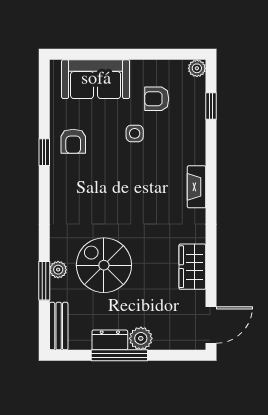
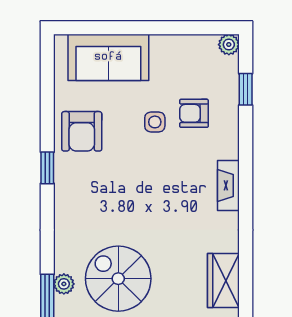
armchair: (157, 99) -> (194, 113), moved
armchair: (73, 141) -> (82, 131), width x1.38, depth x1.38
window: (44, 152) -> (47, 168), moved

